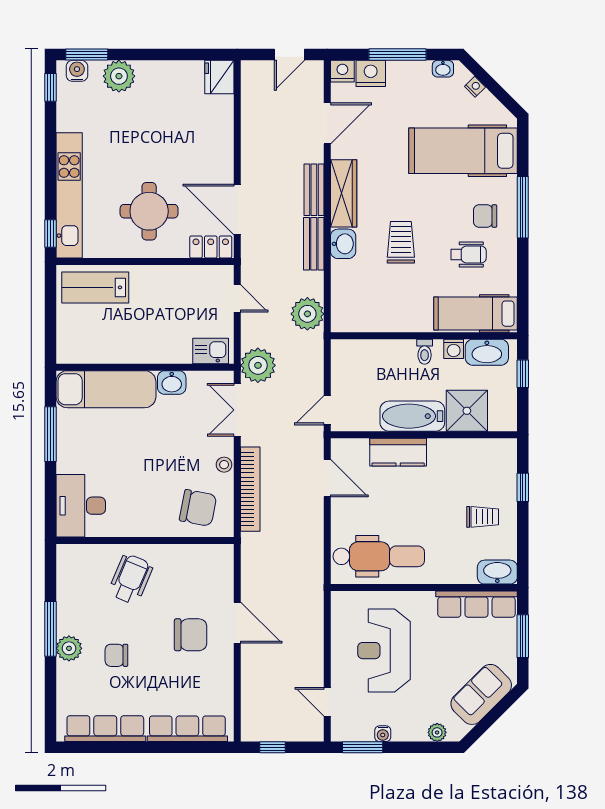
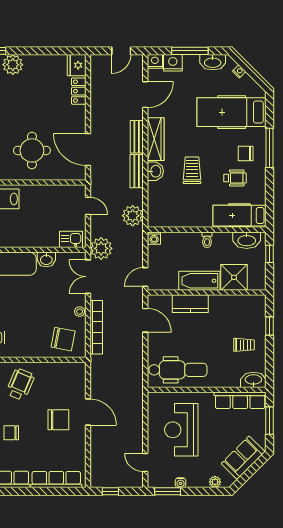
washbasin: (443, 69) -> (213, 62), width x1.91, depth x1.45
locker: (211, 247) -> (79, 91), moved, turned -90
washing machine: (454, 349) -> (154, 238), moved

